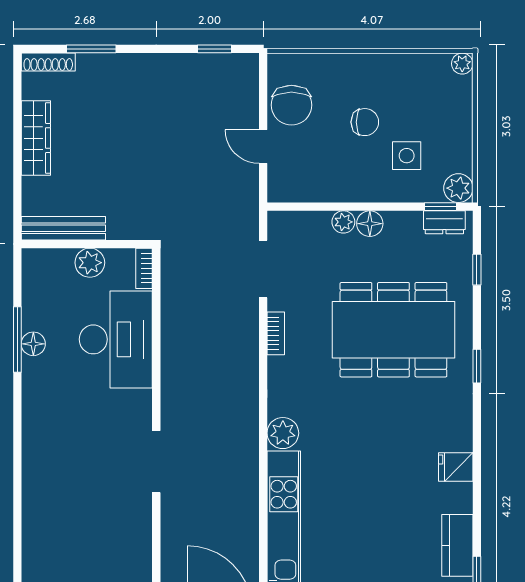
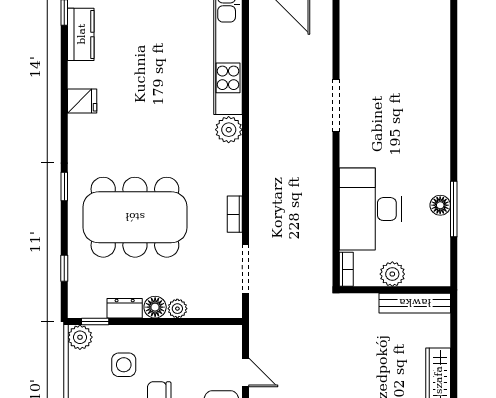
dresser: (444, 222) -> (125, 308), moved

